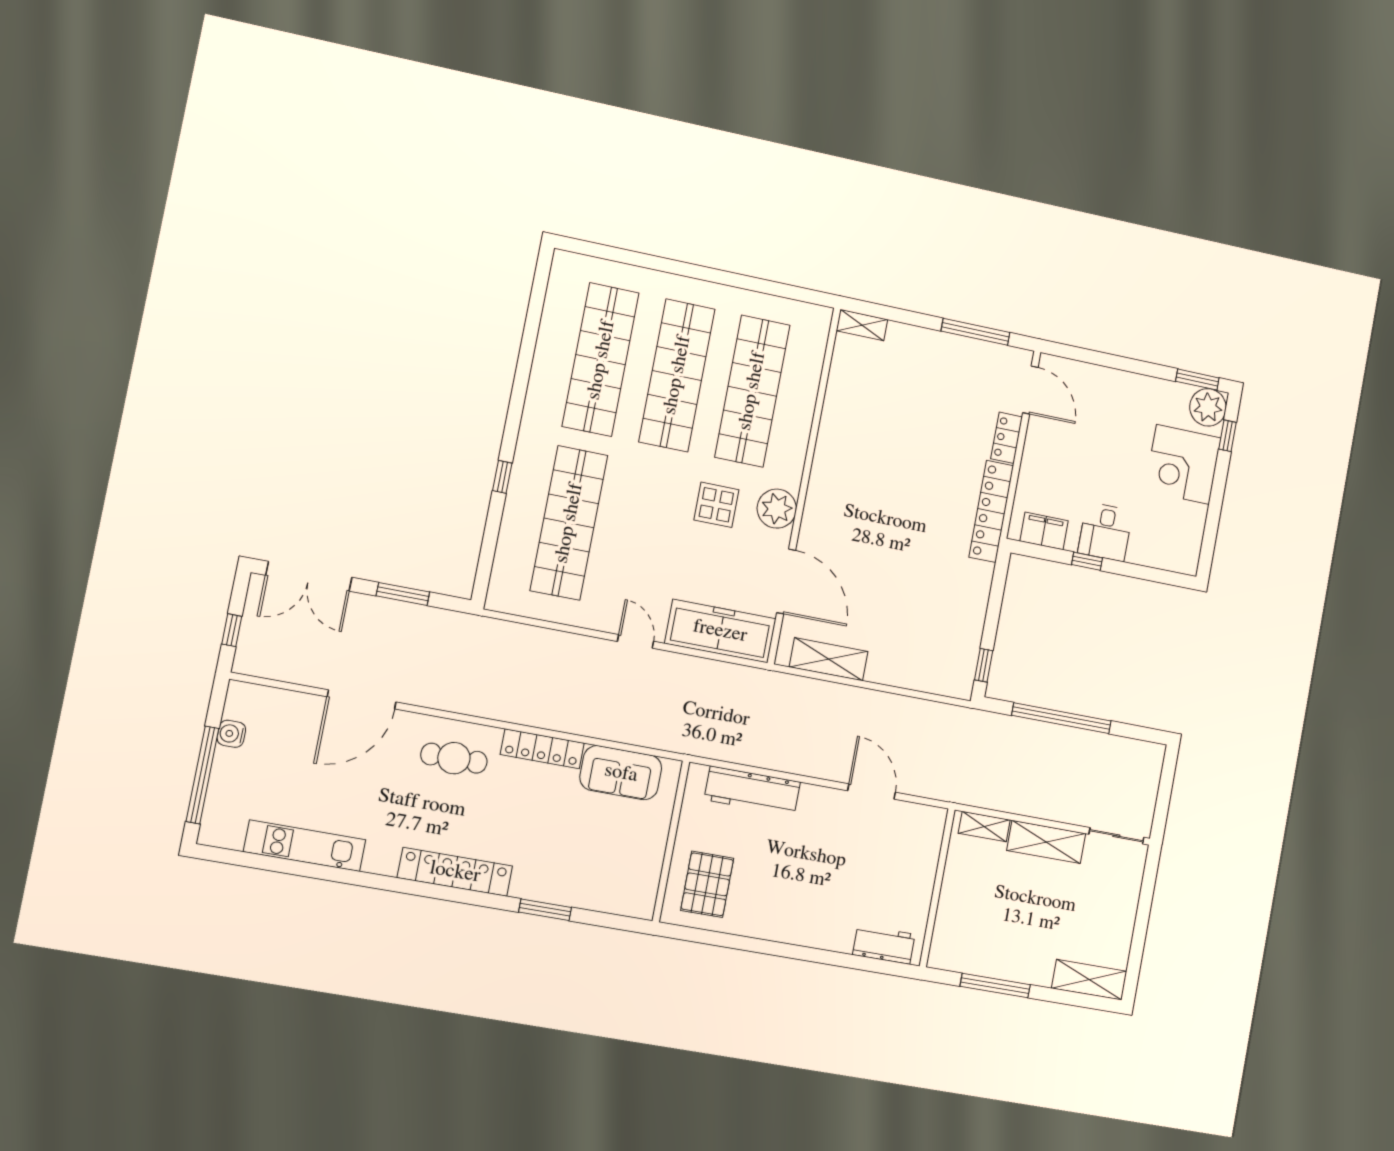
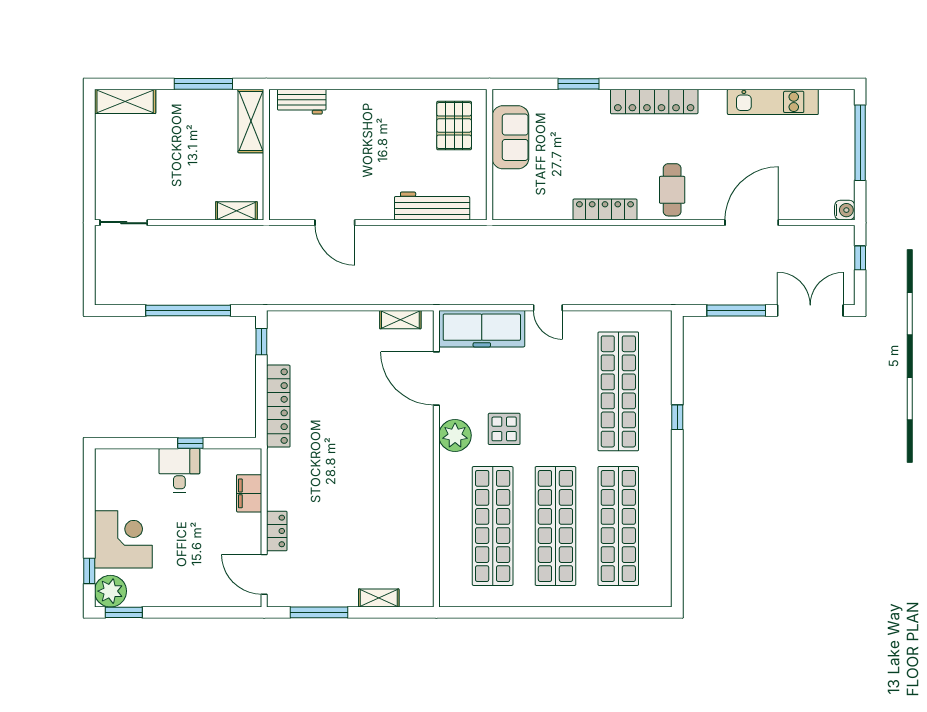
shelving: (862, 325) -> (379, 598), moved
locker: (991, 511) -> (278, 406), moved
filing cabinet: (1044, 531) -> (249, 493), moved, turned 90
window: (403, 594) -> (736, 310), width x1.44
shelving: (829, 659) -> (400, 320), width x0.67, depth x0.75
water cooler: (231, 734) -> (845, 210), moved
cafe table: (454, 758) -> (672, 190), turned 90
sofa: (621, 773) -> (510, 137), moved, turned 90
shelving: (1046, 842) -> (251, 121), moved, turned 90

